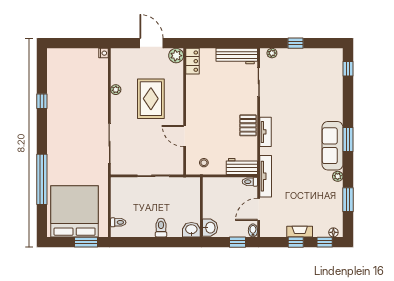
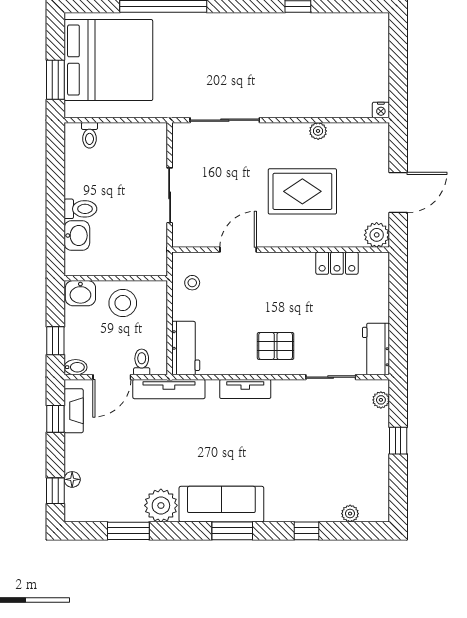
workbench: (237, 56) -> (376, 349), width x0.73
locker: (193, 61) -> (337, 263), moved
window: (348, 69) -> (307, 531), moved
plant: (338, 71) -> (350, 514), added
pallet: (248, 125) -> (276, 346), moved
plant: (338, 176) -> (161, 505), width x1.87, depth x1.87
toilet: (250, 182) -> (142, 362), moved
stool: (216, 203) -> (123, 303), added
door: (259, 209) -> (112, 377), swing flipped
washbasin: (191, 230) -> (77, 236), moved
fireplace: (300, 232) -> (74, 411), moved
floor lamp: (333, 232) -> (72, 479), moved
window: (296, 242) -> (55, 419), moved

